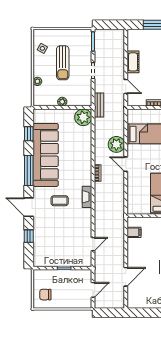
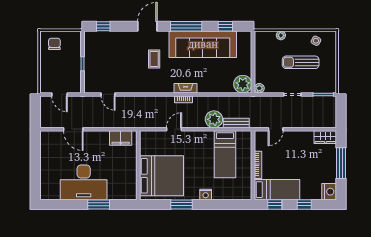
wardrobe: (133, 40) -> (325, 137), added
cot: (133, 62) -> (302, 137), removed
plant: (62, 102) -> (259, 88), moved
bench: (99, 105) -> (236, 123), moved
door: (126, 164) -> (174, 129), moved
fireplace: (87, 197) -> (186, 88), moved
filing cabinet: (134, 232) -> (121, 138), width x2.00
window: (29, 236) -> (103, 26), moved

